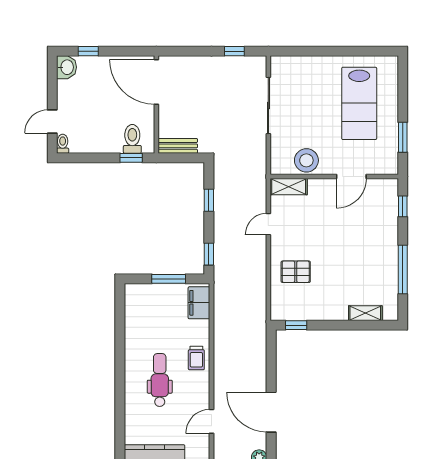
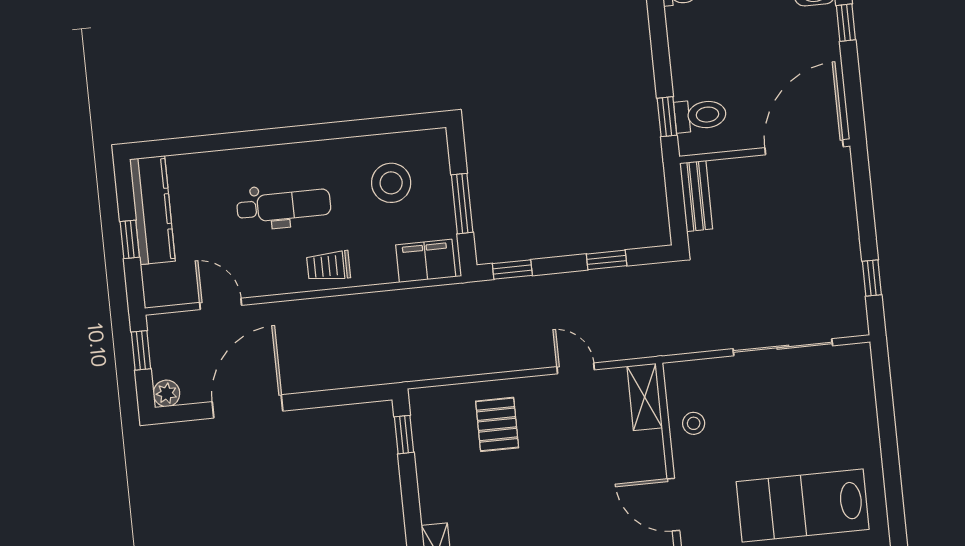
stool: (306, 160) -> (694, 423), width x0.53, depth x0.53
stool: (153, 318) -> (391, 183), added

